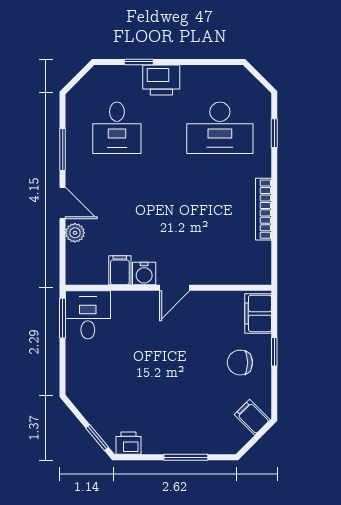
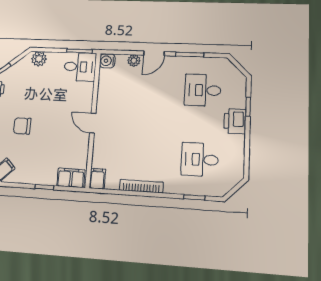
desk: (220, 128) -> (200, 160), width x0.73
filing cabinet: (120, 270) -> (97, 179), moved, turned -90
water cooler: (144, 274) -> (107, 61), moved
chair: (240, 363) -> (22, 126), moved, turned -90
plant: (77, 381) -> (39, 59), added

